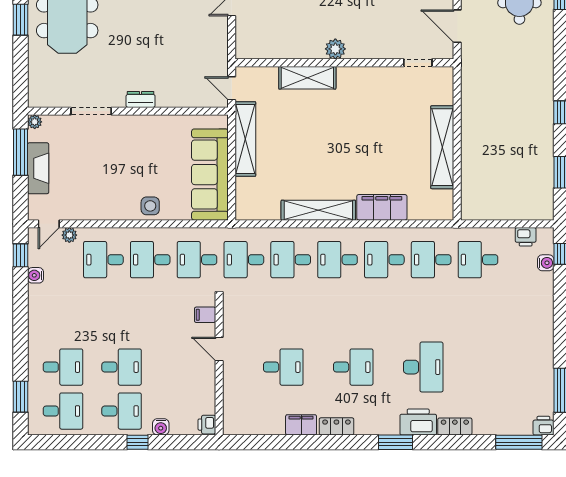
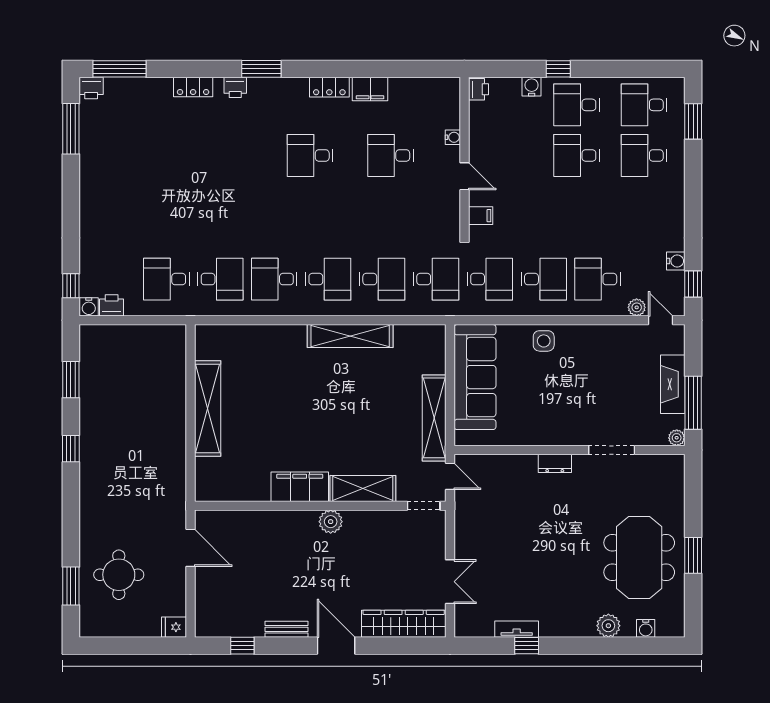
doorway: (418, 63) -> (424, 506), moved
filing cabinet: (382, 207) -> (300, 487), moved, turned 180
door: (49, 224) -> (660, 320), hinge flipped
desk: (103, 260) -> (598, 279), turned 180
desk: (384, 260) -> (274, 279), turned 180
desk: (478, 260) -> (166, 279), turned 180
water cooler: (546, 263) -> (89, 307), moved, turned -90
desk: (423, 367) -> (229, 155), removed
water cooler: (229, 383) -> (453, 137), added
printer: (418, 422) -> (235, 87), width x0.53, depth x0.68

